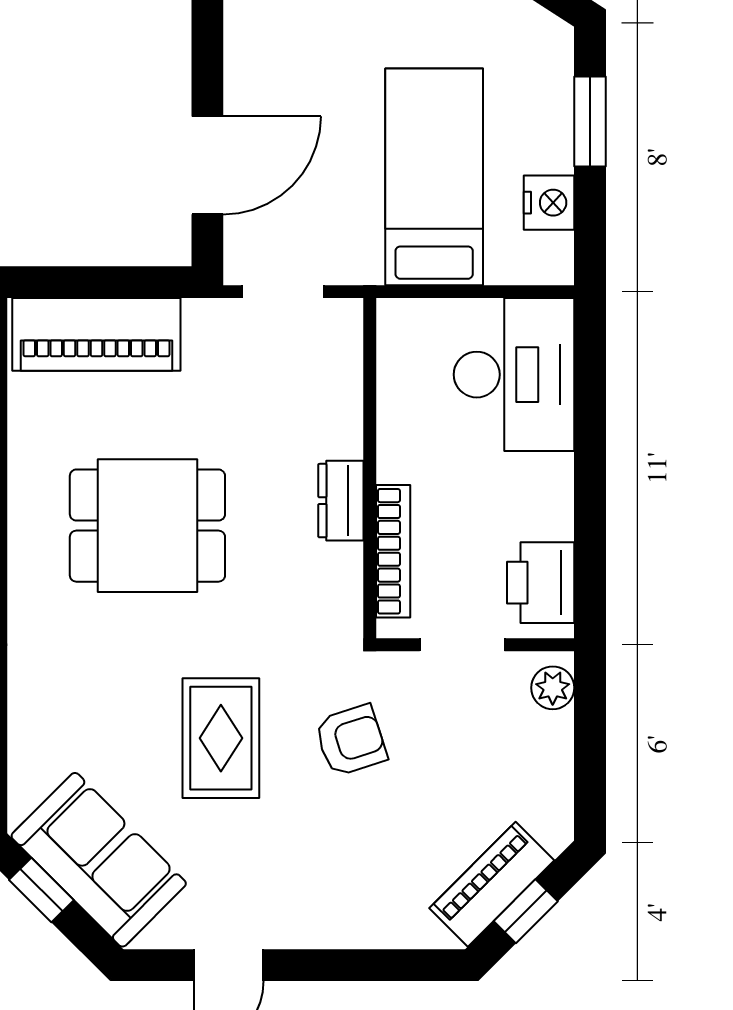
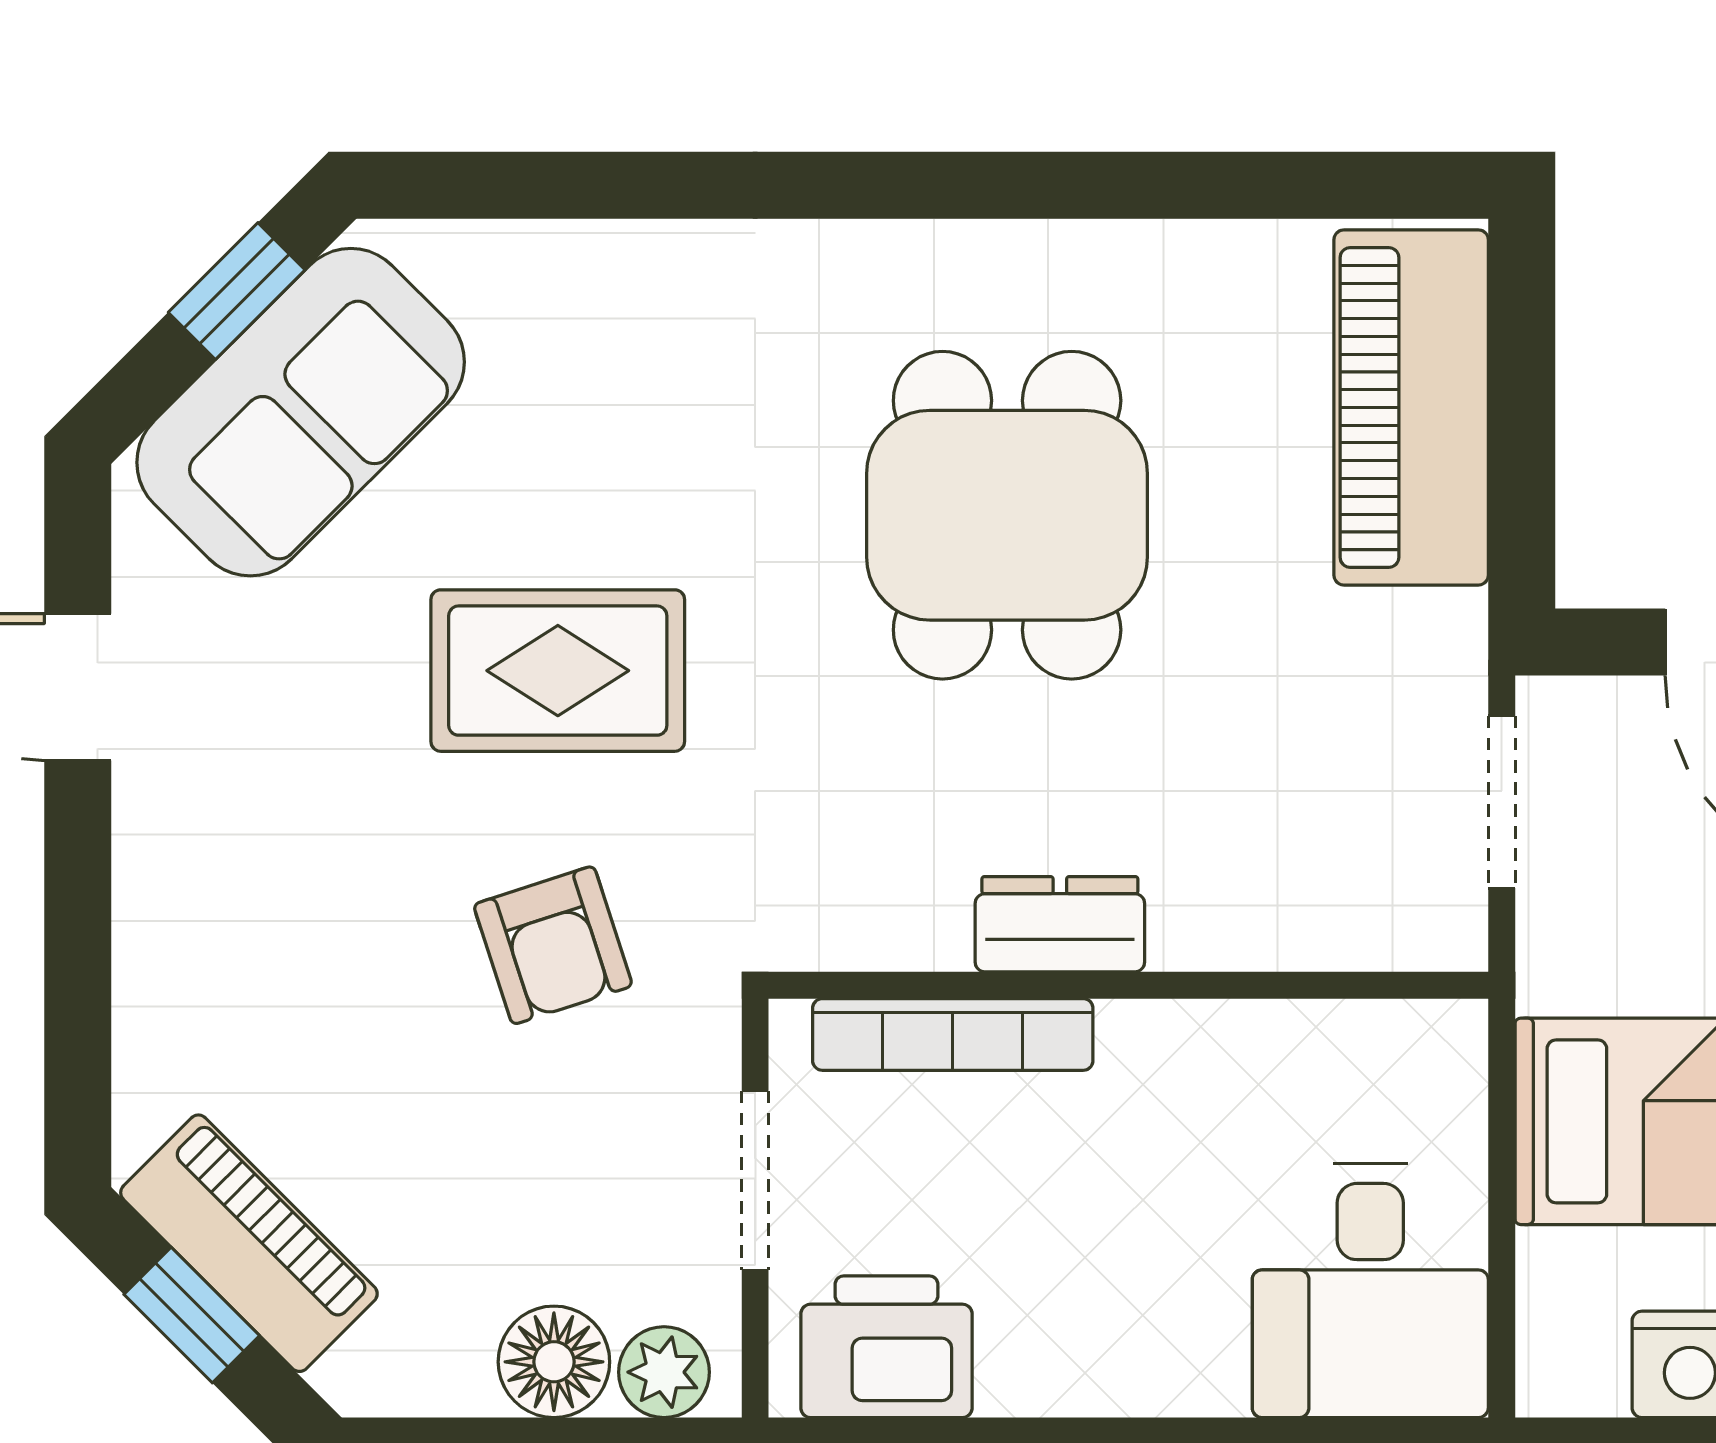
desk: (514, 375) -> (1370, 1290), width x0.73
floor lamp: (548, 740) -> (554, 1362), added

